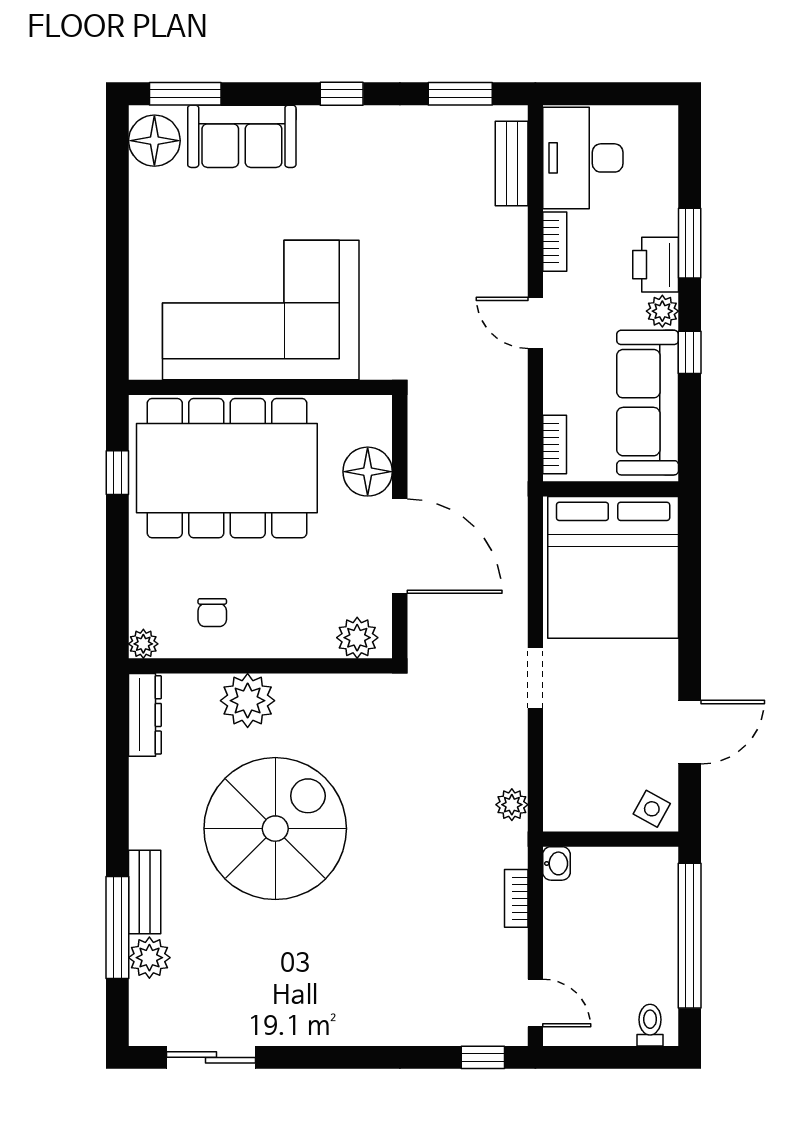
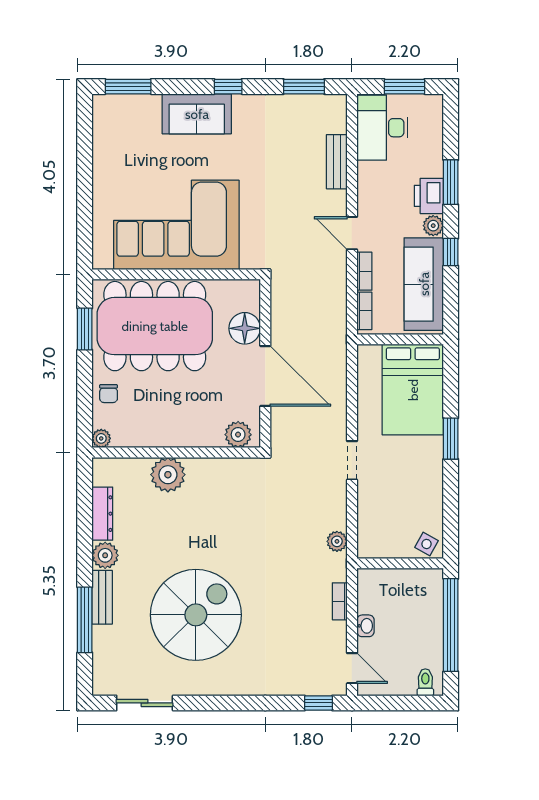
window: (617, 94) -> (404, 87), added
sofa: (242, 136) -> (197, 114), moved
floor lamp: (154, 141) -> (108, 117), removed
bench: (512, 164) -> (337, 162), moved
bookcase: (555, 242) -> (364, 271), moved
window: (117, 473) -> (85, 329), width x1.50
bed: (613, 567) -> (413, 390), width x0.73
chair: (212, 613) -> (109, 394), moved
window: (690, 644) -> (451, 439), added
dresser: (145, 715) -> (102, 514), moved
door: (690, 732) -> (451, 495), removed
spiral stairs: (275, 829) -> (196, 615), moved
washbasin: (556, 863) -> (366, 626), moved
plant: (149, 958) -> (105, 555), moved

